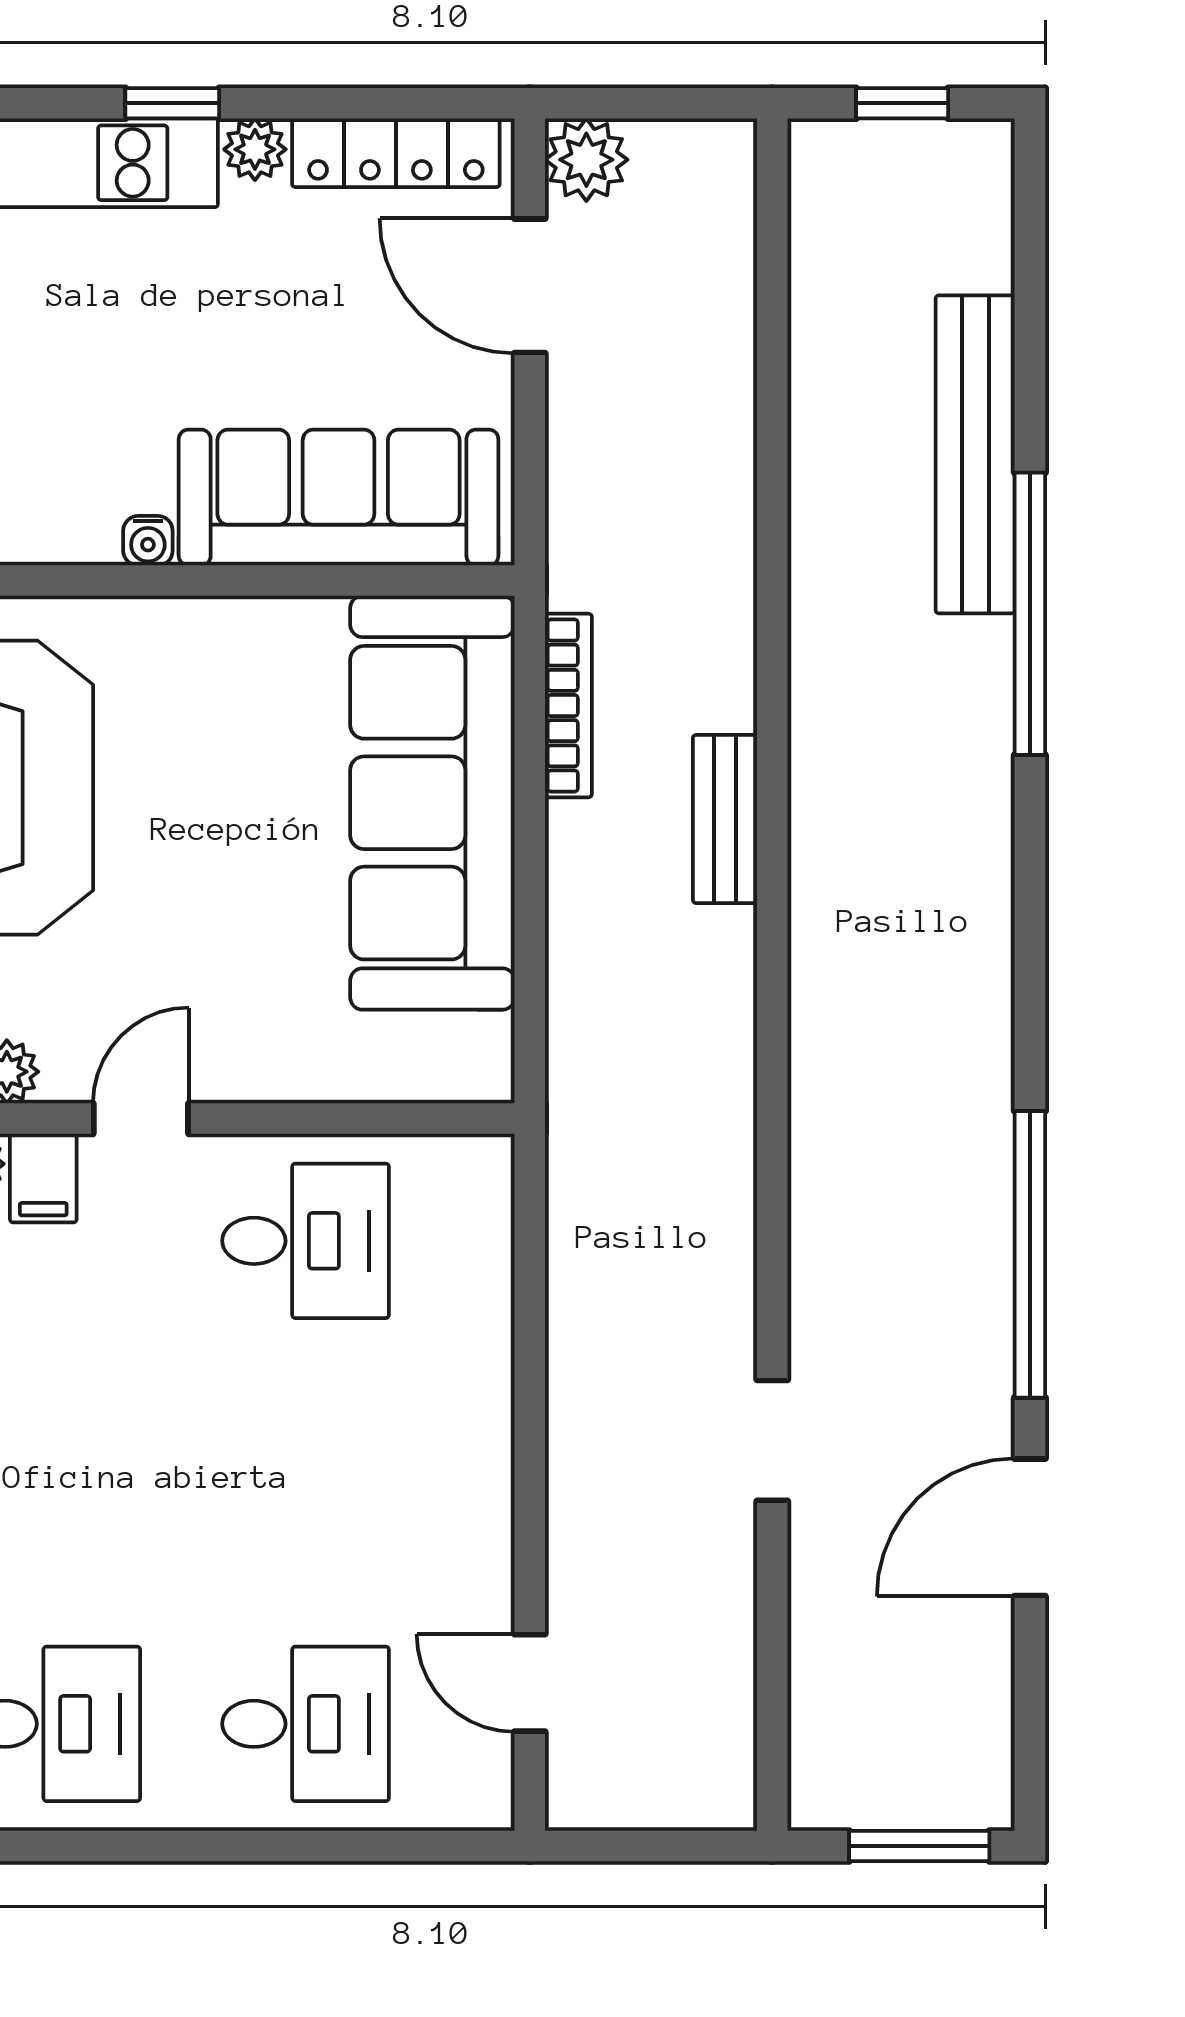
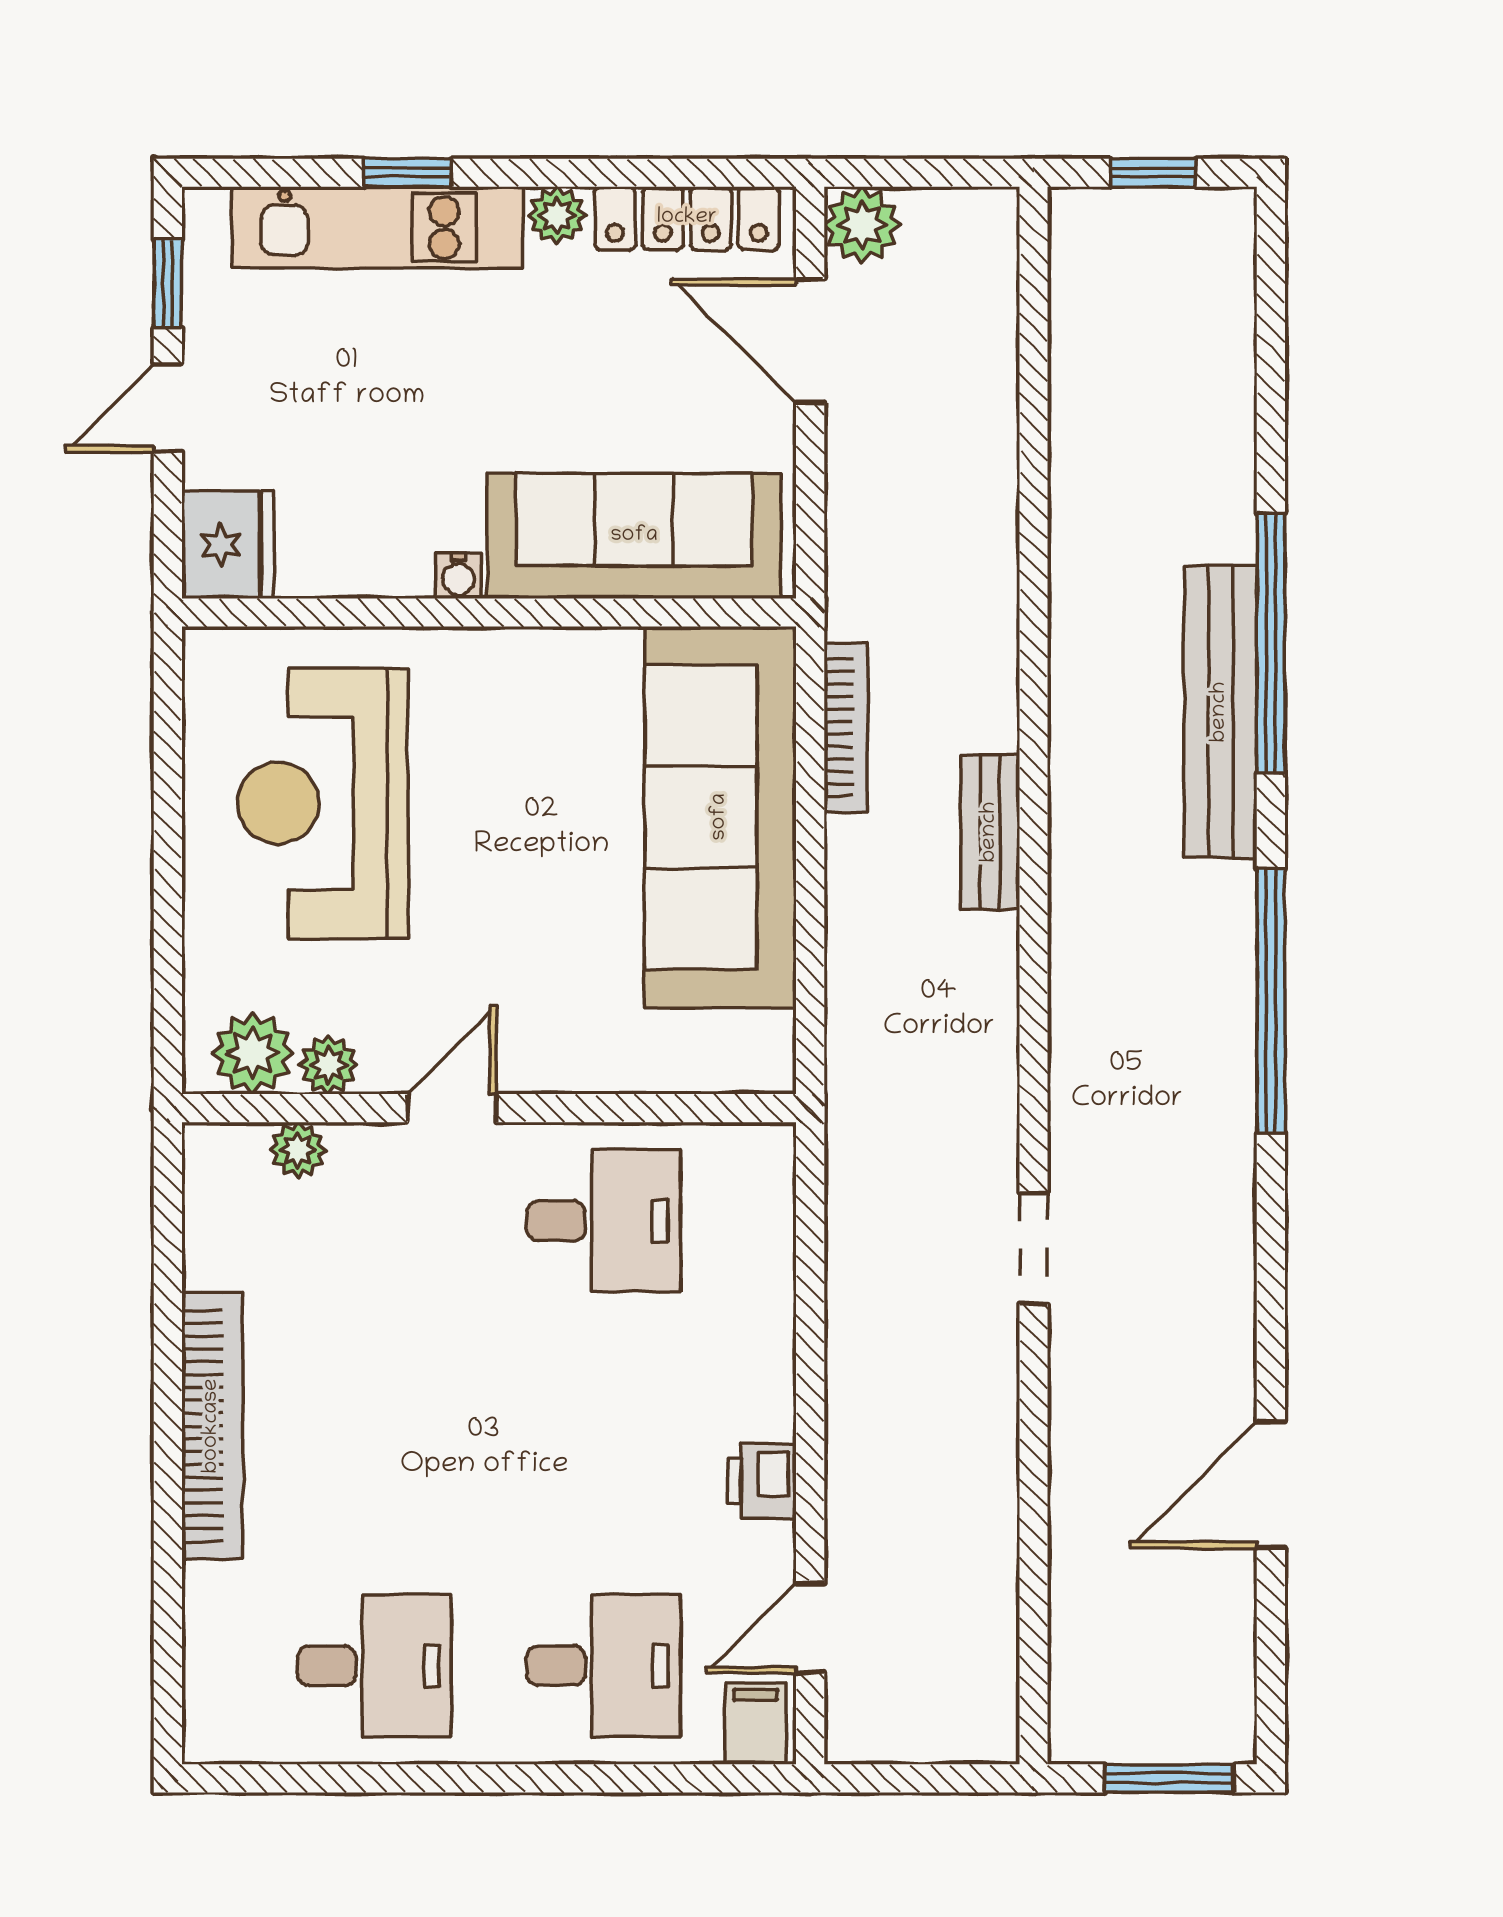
window: (172, 103) -> (407, 173), moved
bench: (975, 454) -> (1220, 712), moved
filing cabinet: (43, 1178) -> (756, 1724), moved, turned 180
window: (1030, 1254) -> (1271, 1001), moved
doorway: (772, 1440) -> (1034, 1248), moved
printer: (477, 1523) -> (762, 1481), added
door: (530, 1683) -> (810, 1628), hinge flipped

